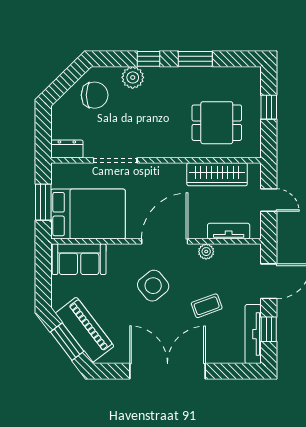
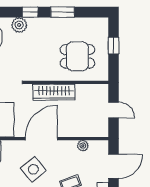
wardrobe: (217, 174) -> (54, 92), moved
tv unit: (229, 231) -> (86, 132), removed
plant: (206, 252) -> (83, 146), moved

